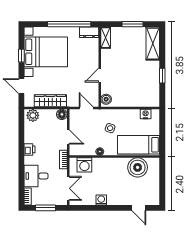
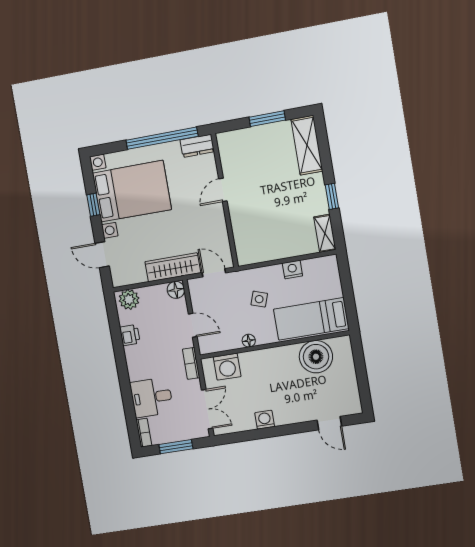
shelving: (106, 38) -> (325, 233), moved
door: (100, 75) -> (223, 190), moved
boiler: (106, 99) -> (244, 252), removed
wardrobe: (50, 101) -> (173, 267), moved
nightstand: (146, 114) -> (292, 269), moved
printer: (30, 149) -> (130, 335), moved

